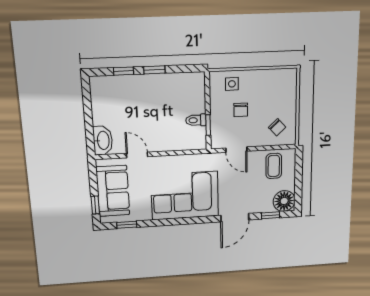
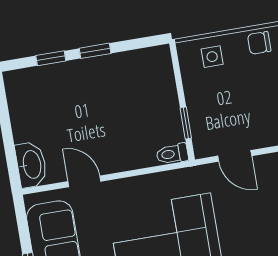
chair: (241, 110) -> (259, 43), moved, turned 90
toilet: (196, 120) -> (172, 154), moved

